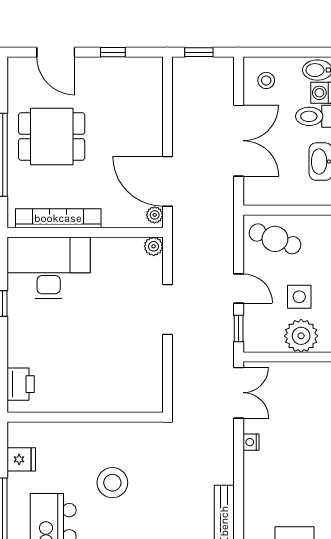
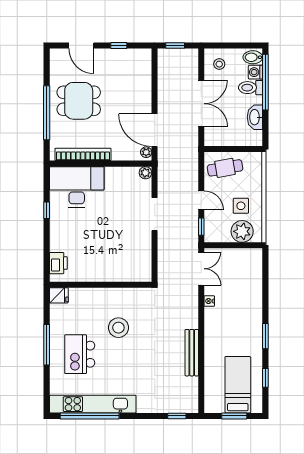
cafe table: (275, 239) -> (225, 168), turned -30
fridge: (21, 459) -> (59, 295), moved

